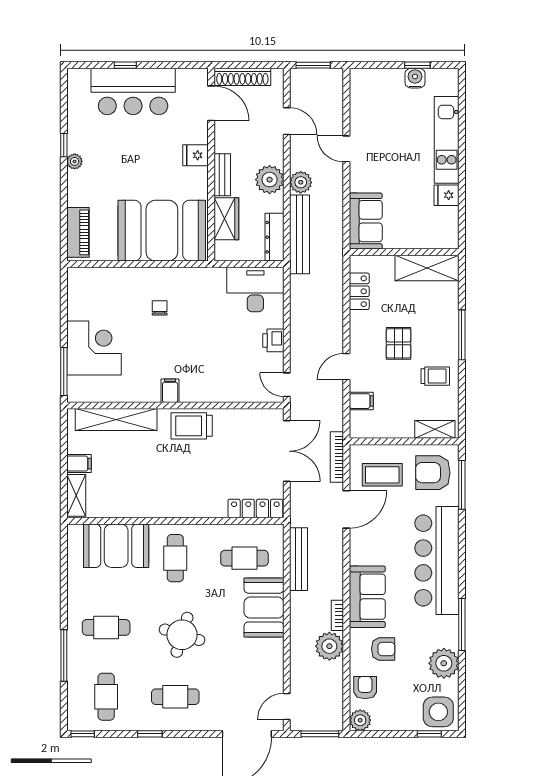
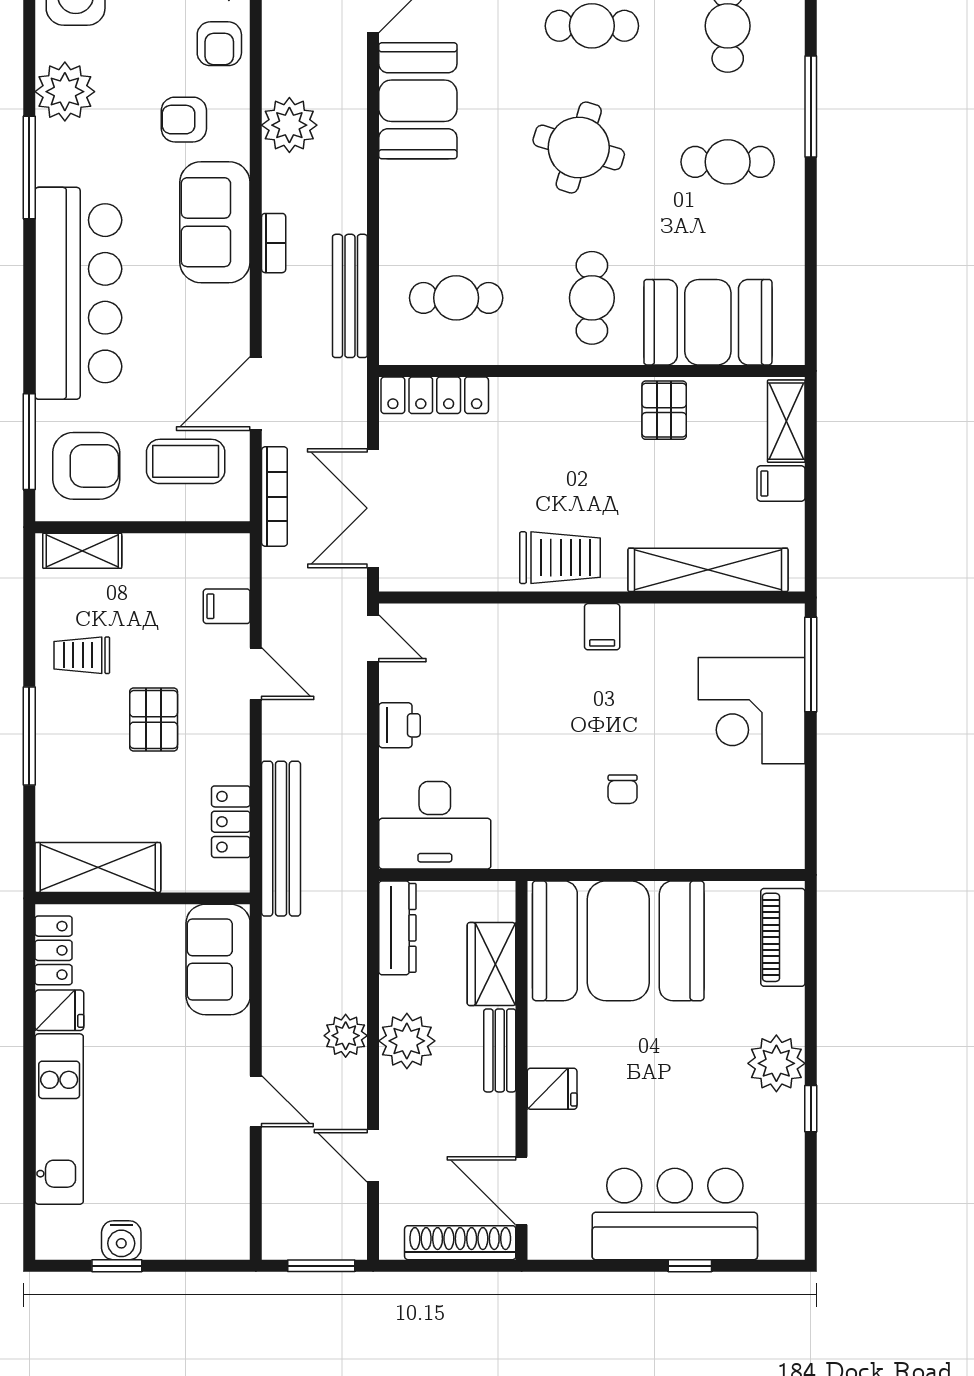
plant: (75, 161) -> (776, 1063), width x1.88, depth x1.88
locker: (450, 226) -> (54, 950), added
bench: (300, 234) -> (281, 839), moved
door: (346, 367) -> (256, 674), hinge flipped
pallet: (138, 501) -> (664, 410), added
booth: (264, 608) -> (418, 101), moved
bookcase: (337, 615) -> (274, 243), moved

